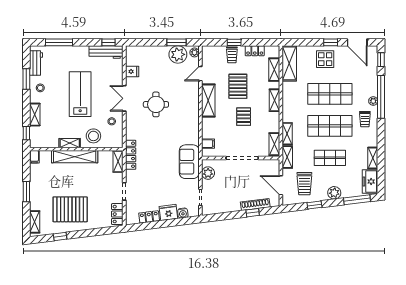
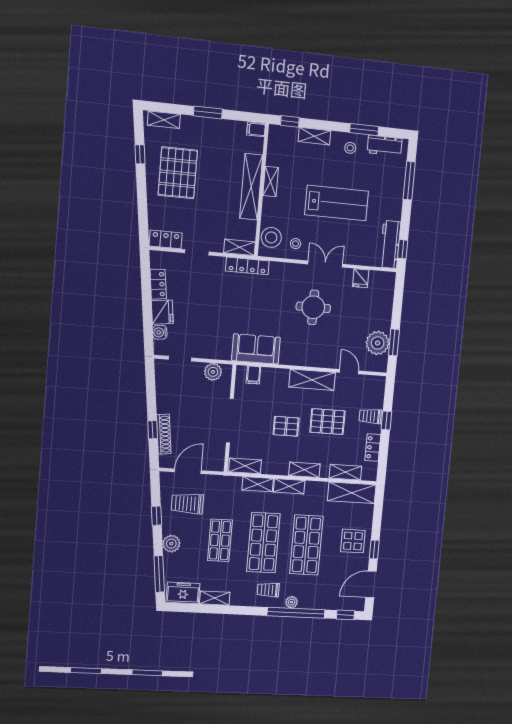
plant: (194, 52) -> (378, 366), removed
stool: (93, 136) -> (271, 237), moved
shelving: (287, 157) -> (289, 486), moved
sofa: (189, 162) -> (256, 349), moved

